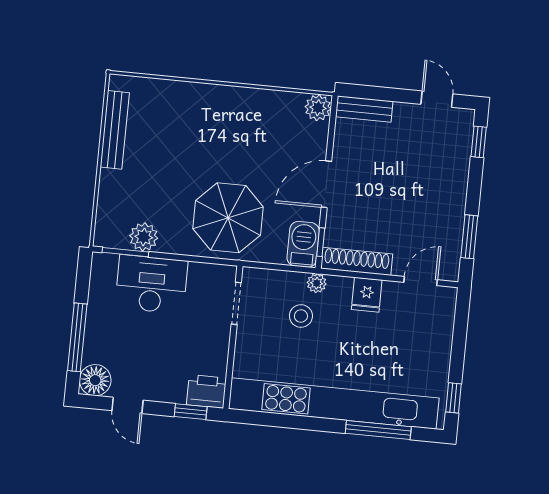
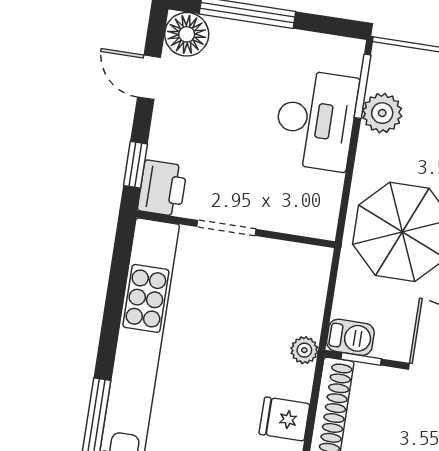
barbecue: (303, 244) -> (350, 337), width x0.73, depth x0.79
doorway: (236, 303) -> (226, 228), moved
stool: (301, 316) -> (260, 326), removed
door: (127, 405) -> (149, 77), hinge flipped

